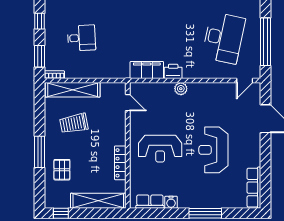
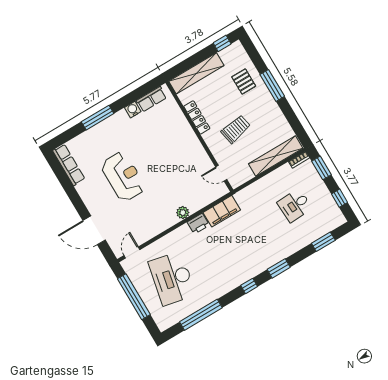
trolley: (74, 123) -> (236, 129), moved
reception desk: (160, 149) -> (170, 150), removed

